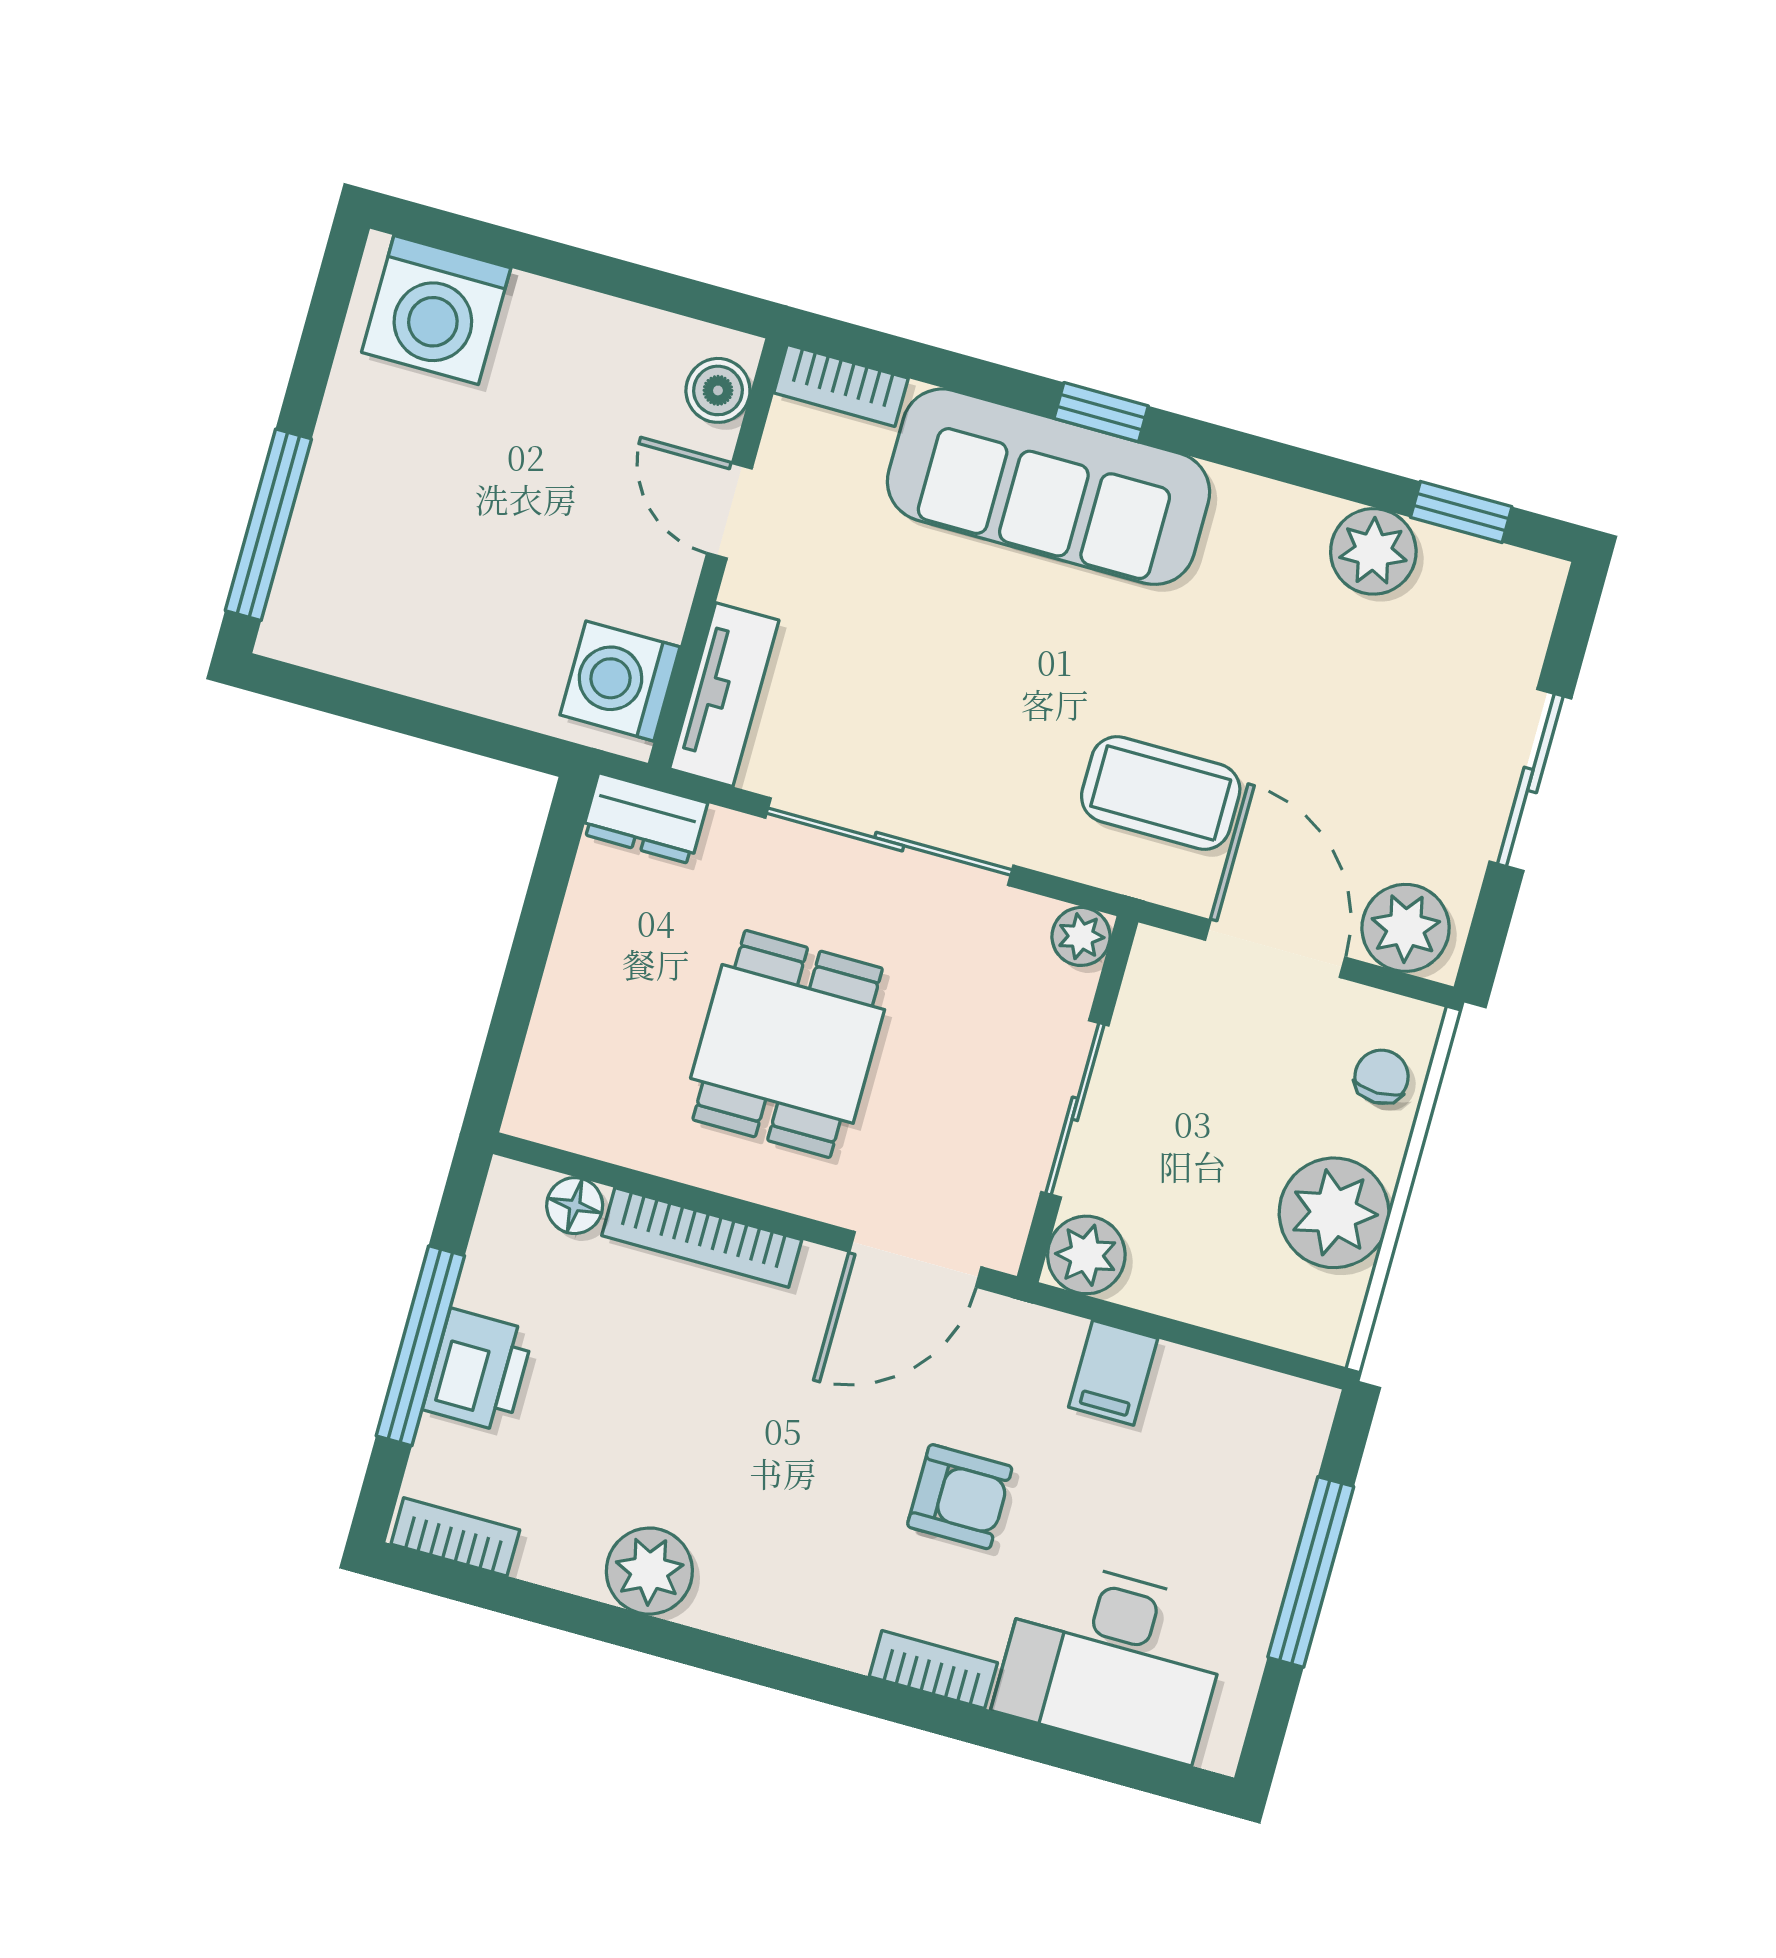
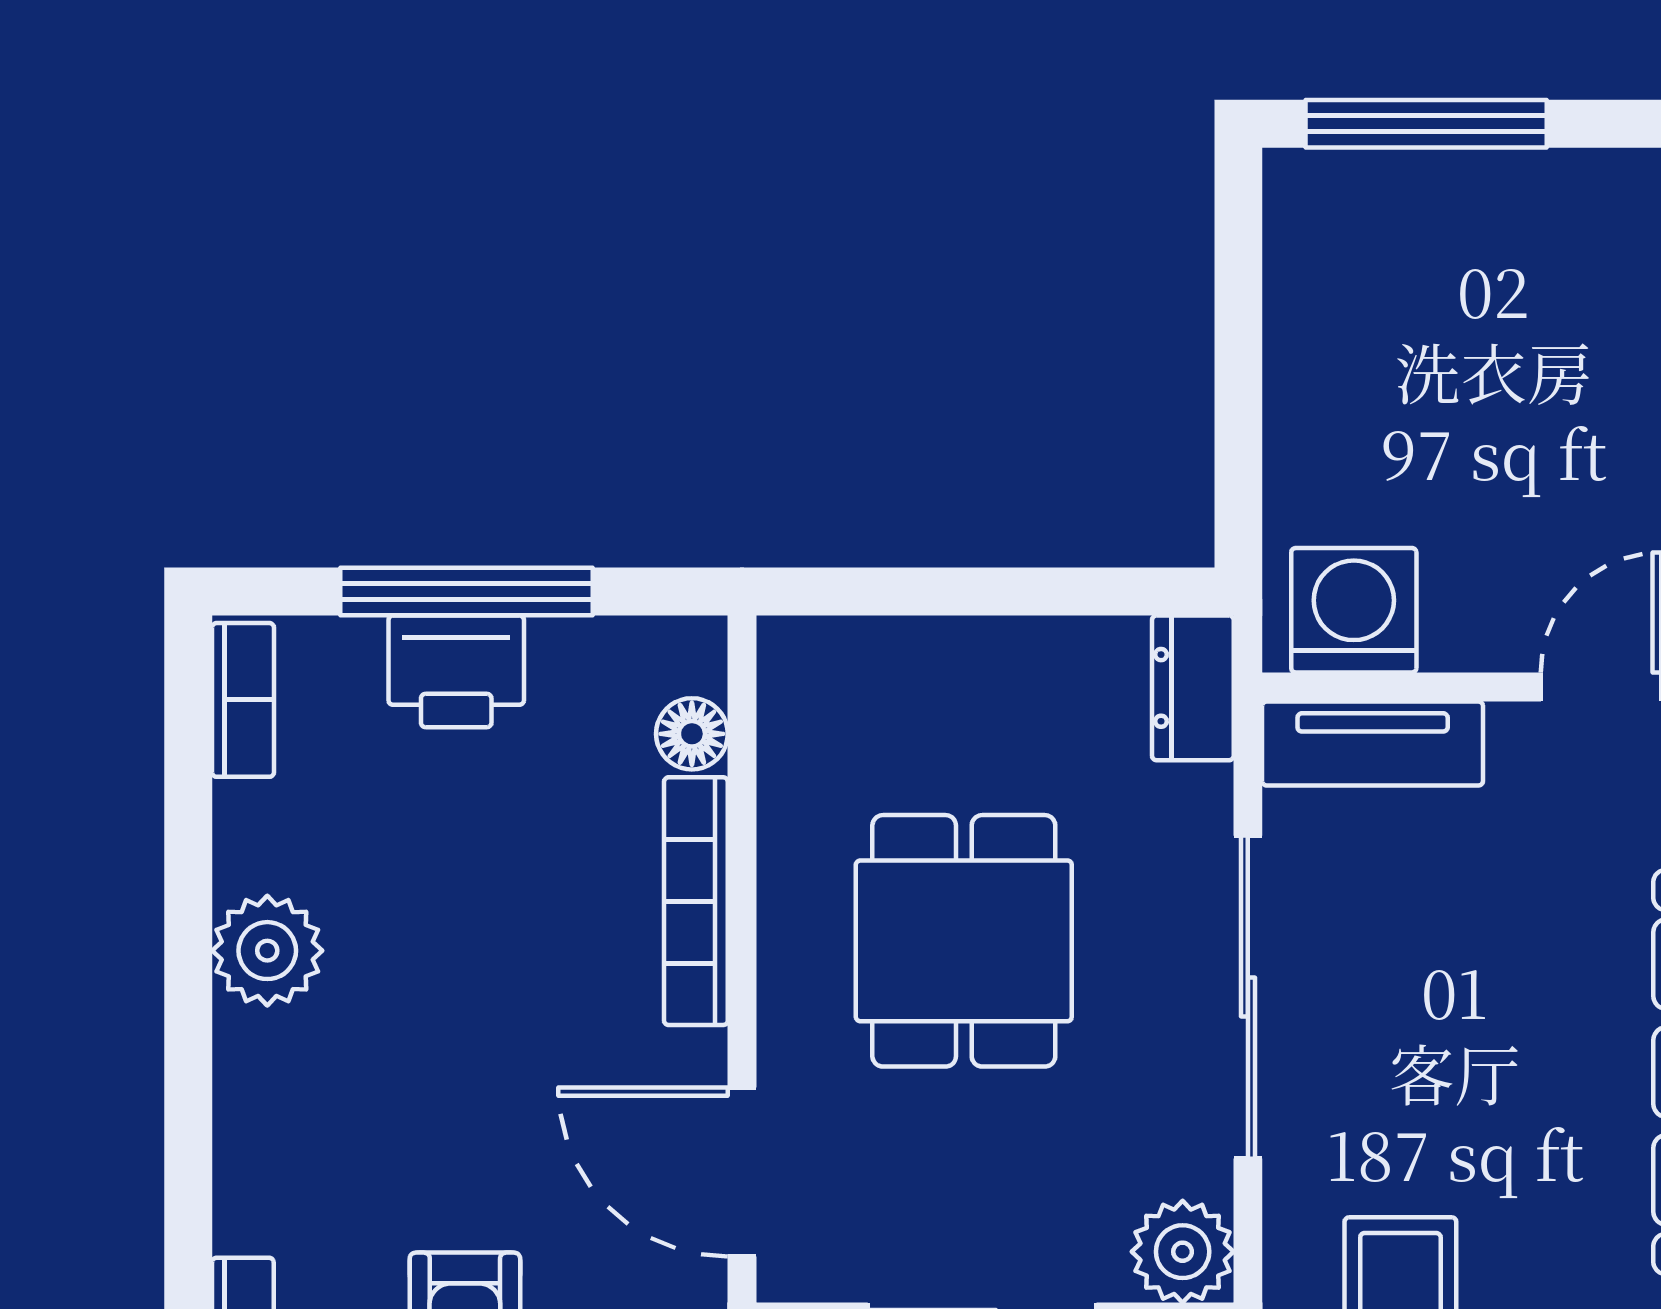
plant: (1081, 936) -> (1183, 1252), width x1.38, depth x1.38
dining table: (788, 1044) -> (964, 941), turned 90

